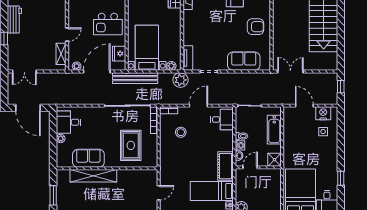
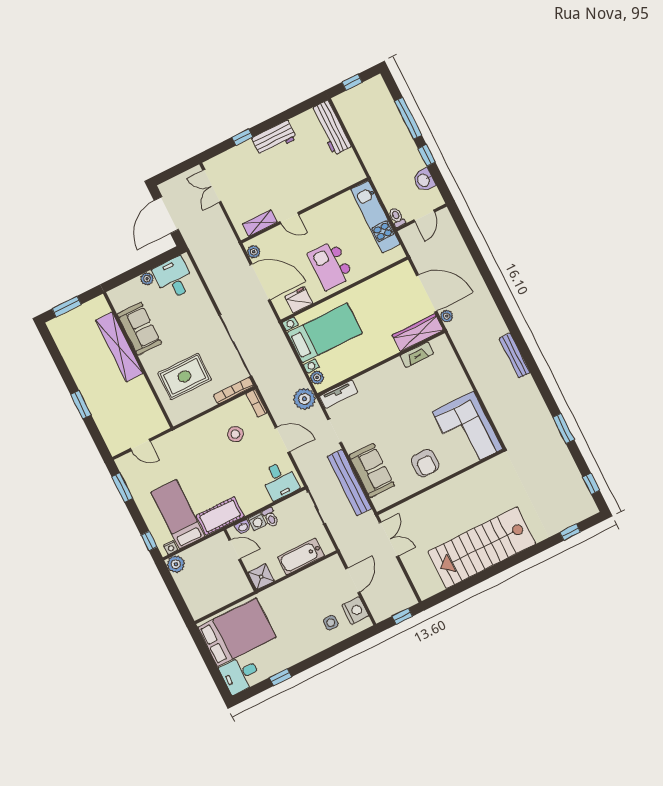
bench: (135, 78) -> (349, 483), moved

